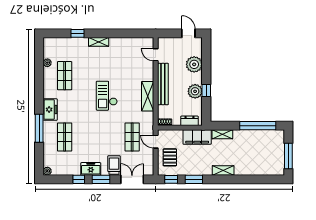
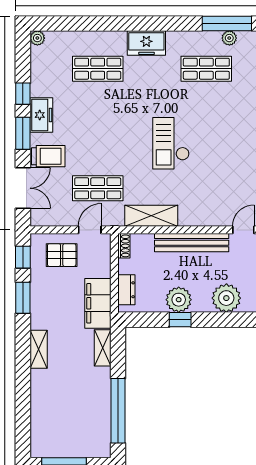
checkout: (107, 96) -> (171, 143), turned -90
shelving: (148, 96) -> (151, 216), moved
window: (39, 128) -> (227, 24), moved

